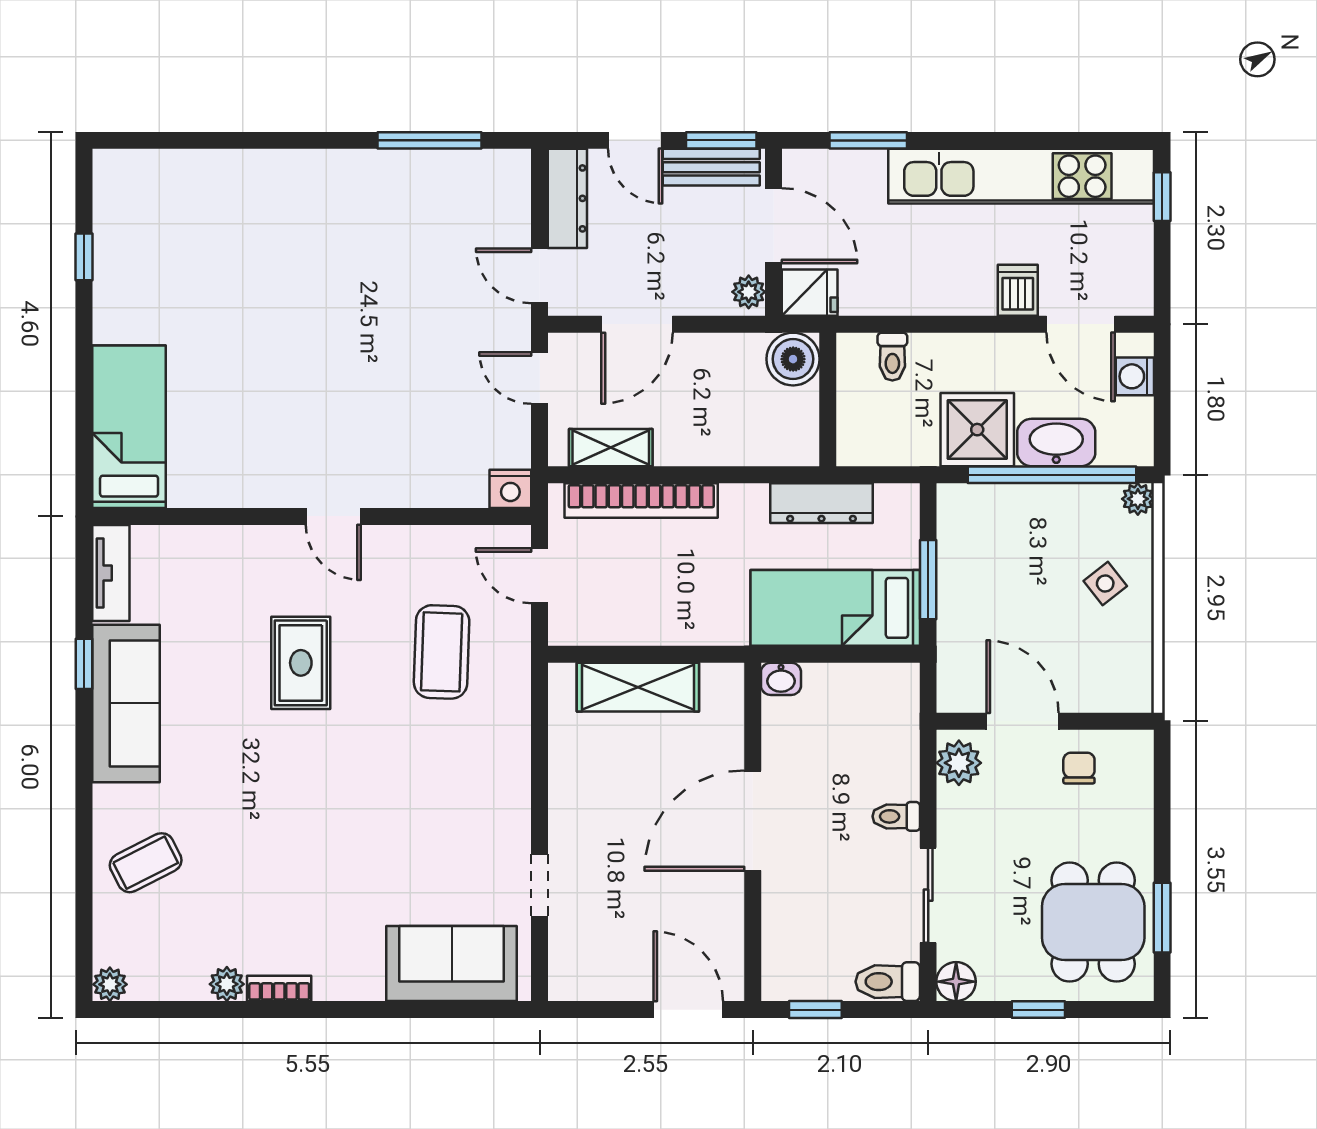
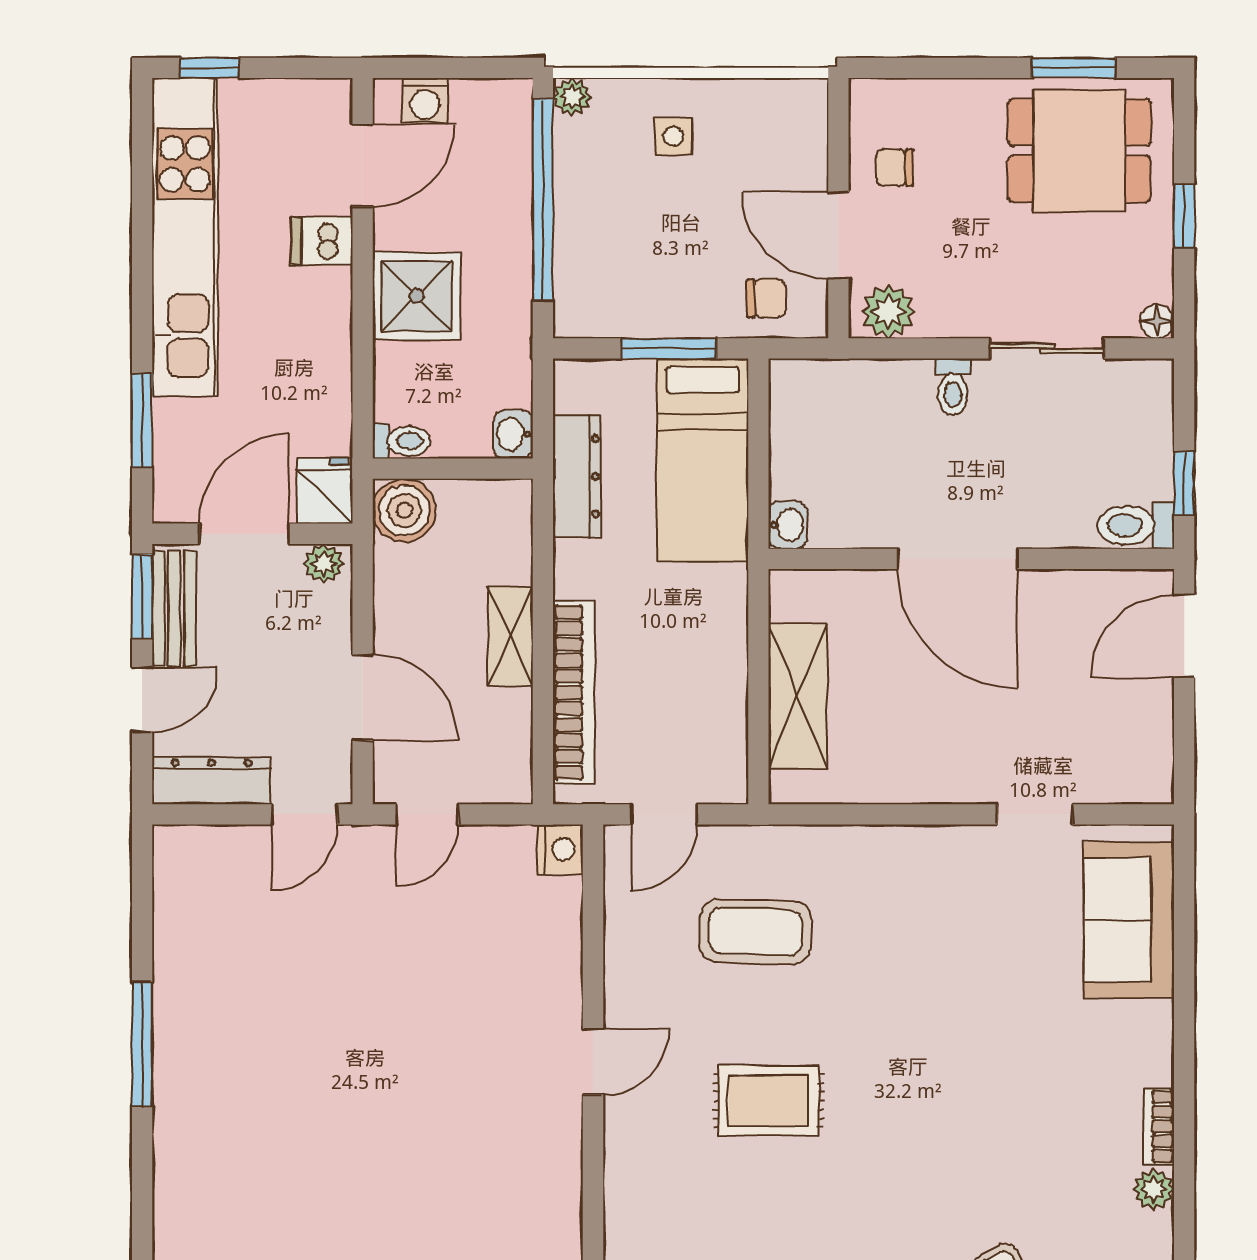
window: (429, 140) -> (142, 1044), moved
toilet: (892, 357) -> (401, 441), moved
shower: (977, 430) -> (417, 296), moved
washbasin: (1056, 442) -> (513, 434), moved, width x0.52, depth x0.69
shelving: (611, 448) -> (510, 636), moved
side table: (1105, 583) -> (673, 136), turned 38
chair: (970, 661) -> (766, 298), added
door: (1023, 721) -> (838, 235), hinge flipped
toilet: (888, 982) -> (1136, 525), moved, turned 90
floor lamp: (956, 982) -> (1157, 321), width x0.73, depth x0.73

